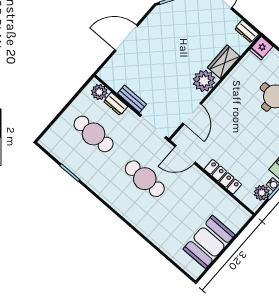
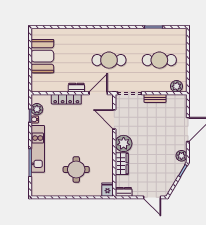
plant: (156, 17) -> (181, 156), added
dresser: (116, 104) -> (76, 88), moved

